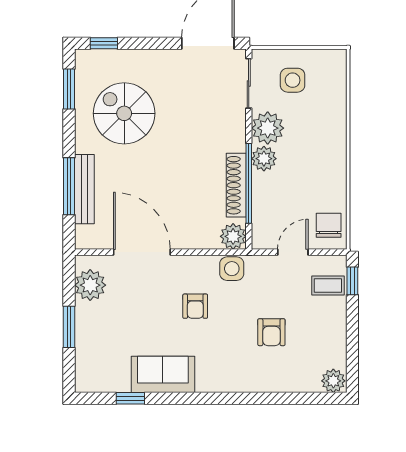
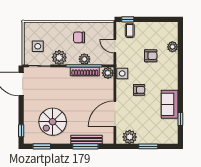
plant: (264, 159) -> (84, 59), moved
chair: (329, 225) -> (79, 37), moved
plant: (333, 381) -> (172, 47), moved

